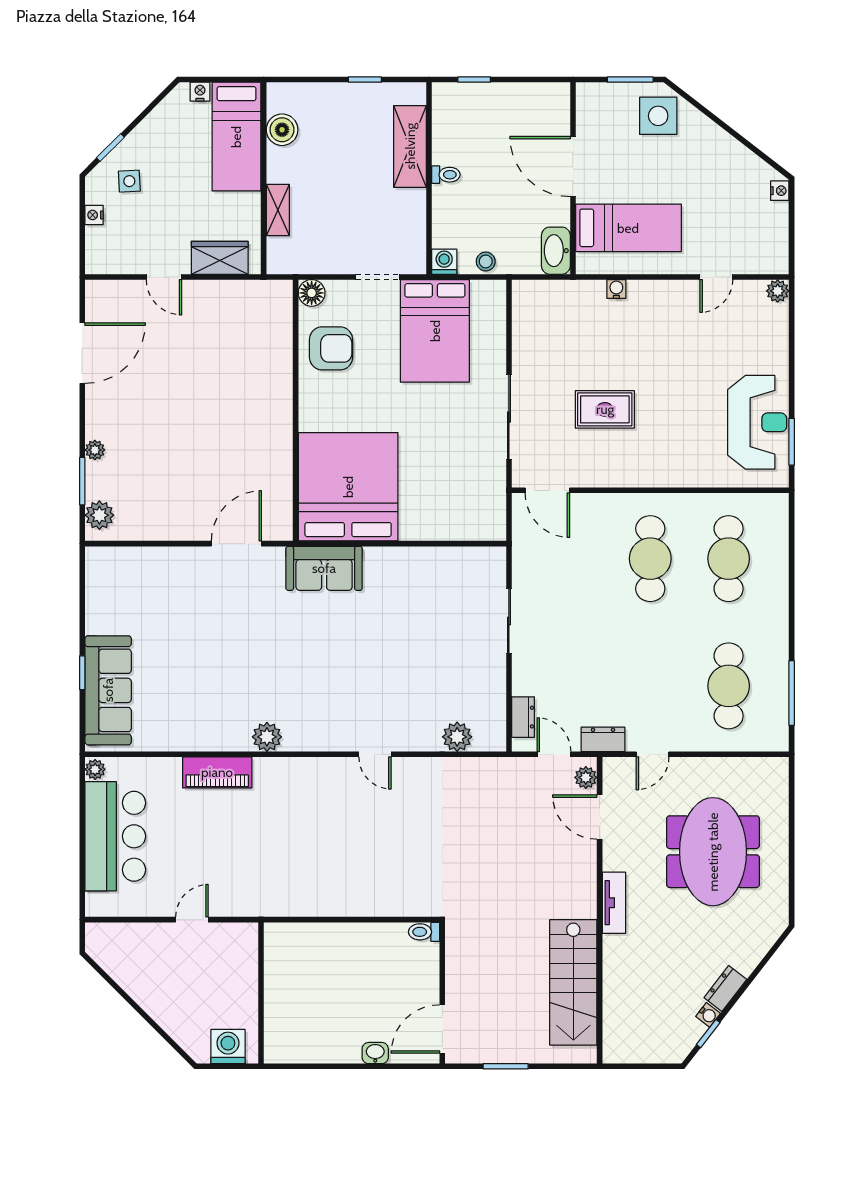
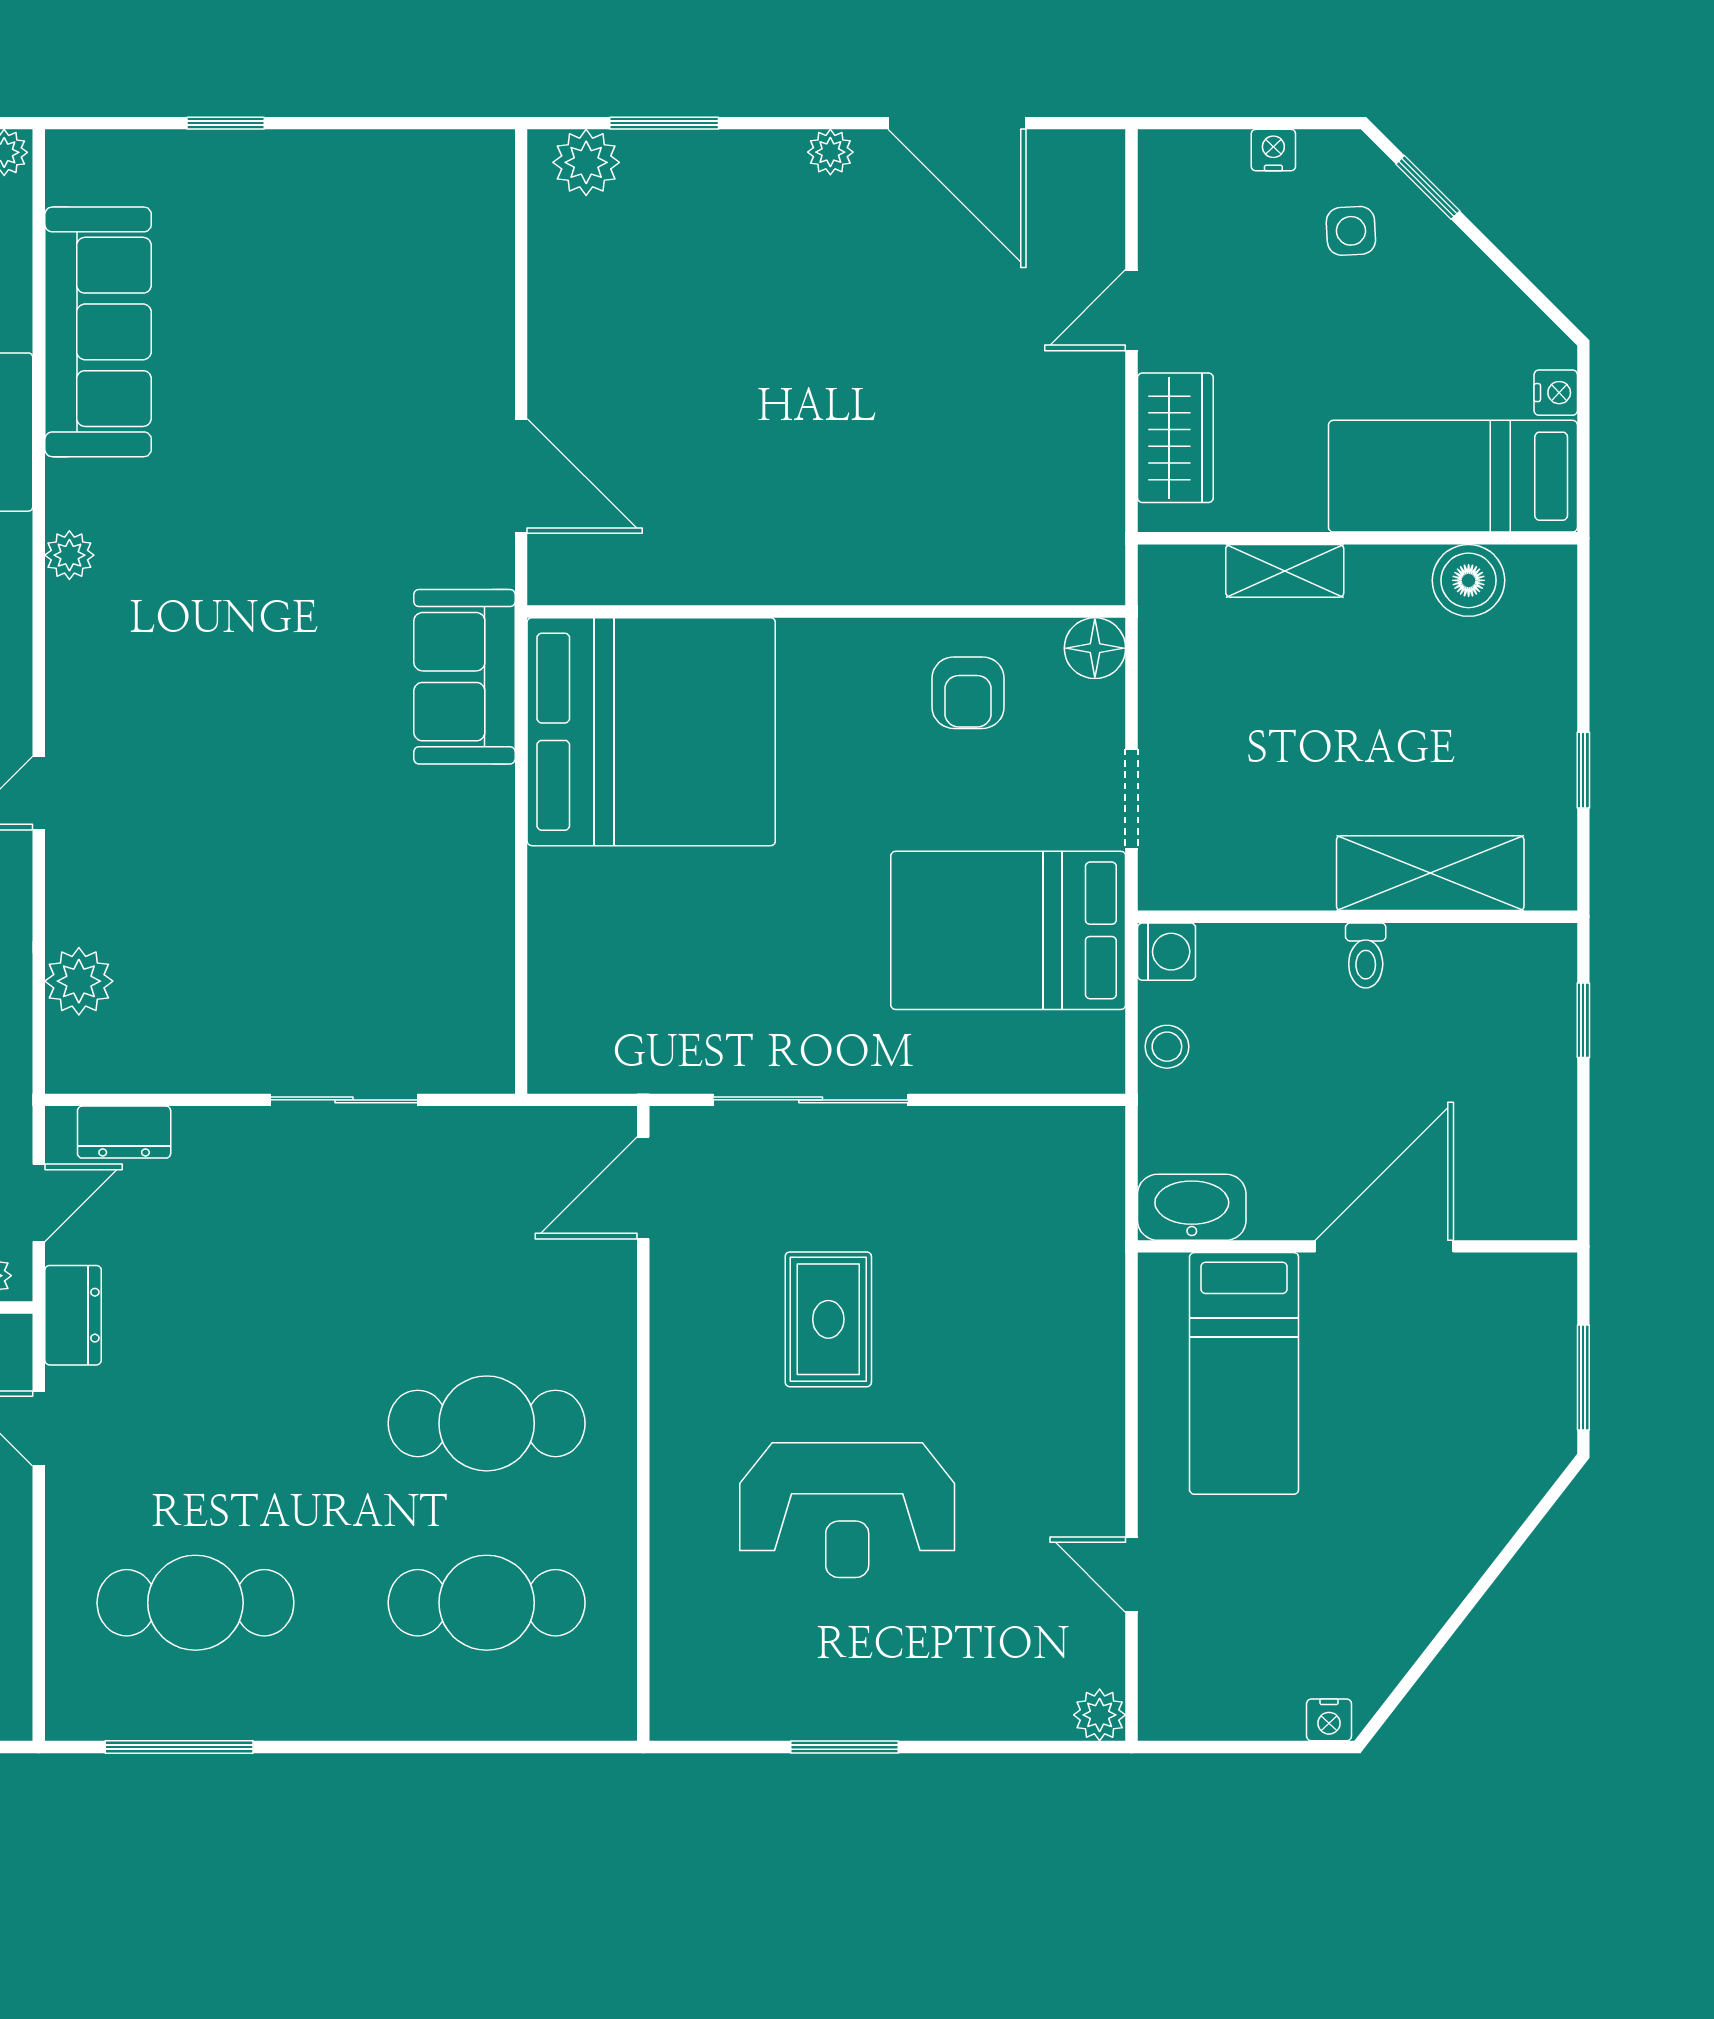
side table: (658, 116) -> (1500, 1442), removed
water cooler: (616, 289) -> (1104, 1346), removed
armchair: (331, 348) -> (968, 693), width x0.72, depth x0.72
reception desk: (757, 422) -> (847, 1510), moved
window: (792, 442) -> (844, 1747), moved
plant: (95, 450) -> (830, 152), moved
sofa: (108, 690) -> (98, 332), moved, turned -90
plant: (267, 737) -> (69, 555), width x0.73, depth x0.73

